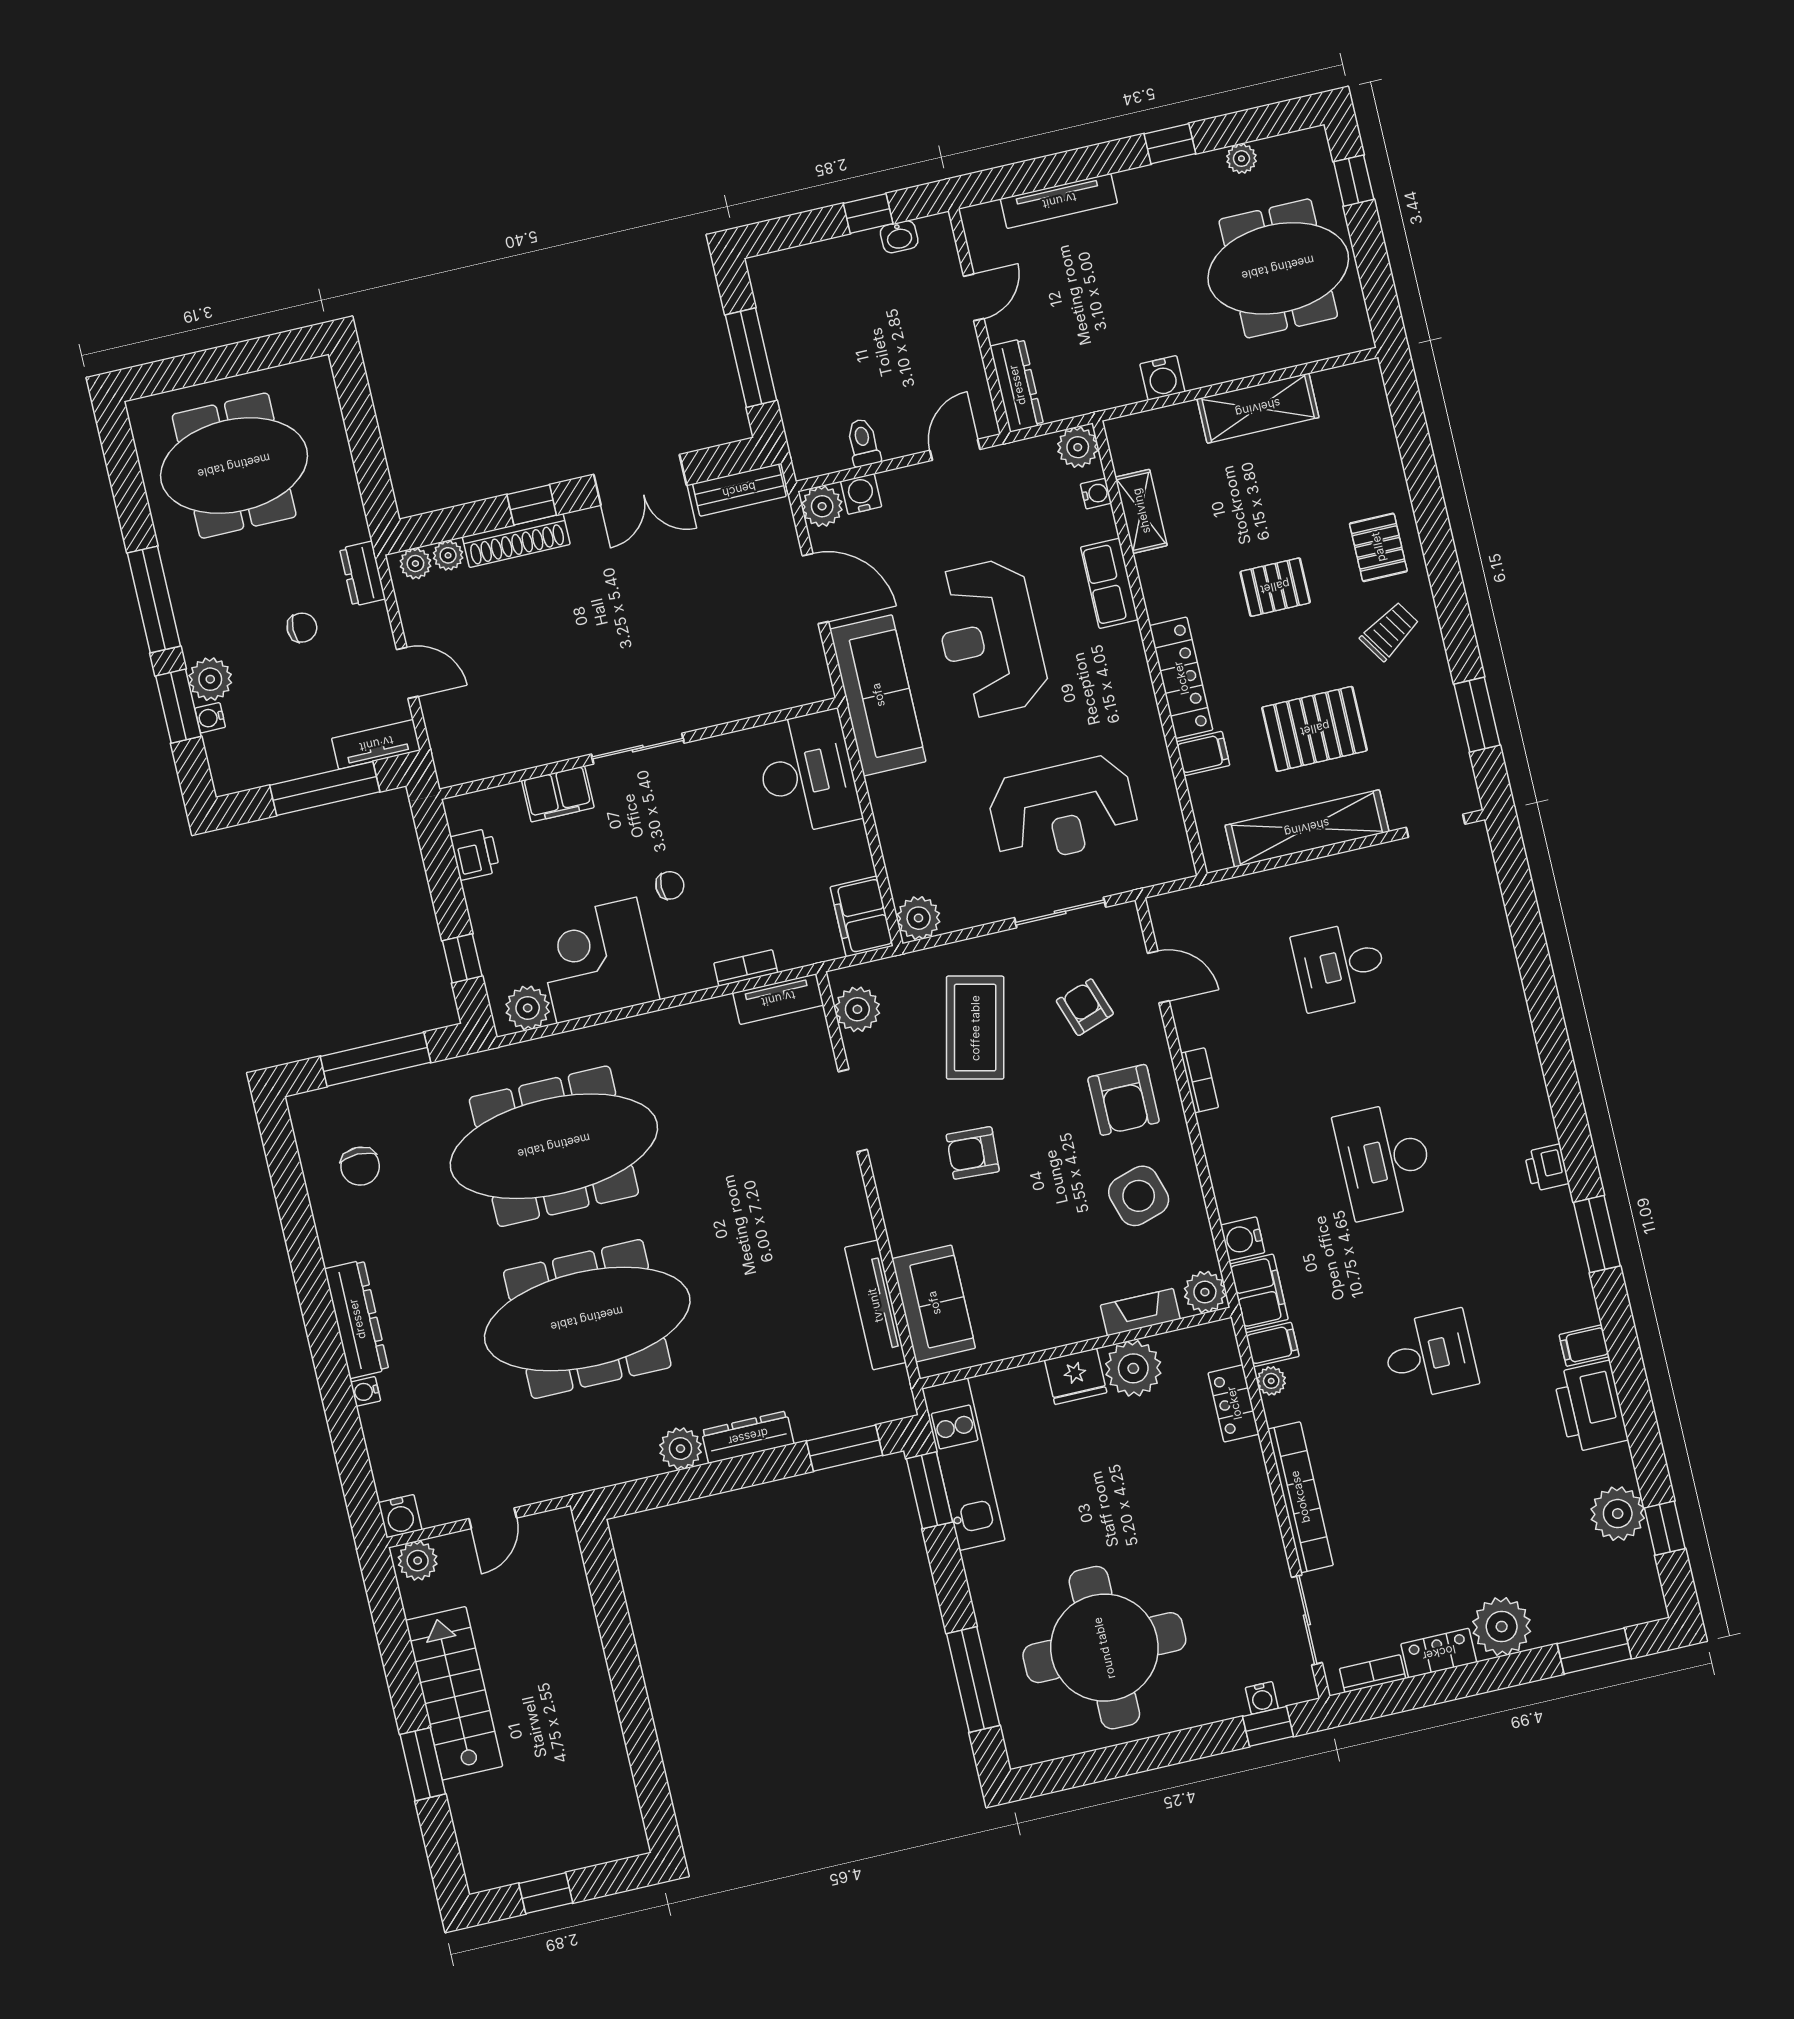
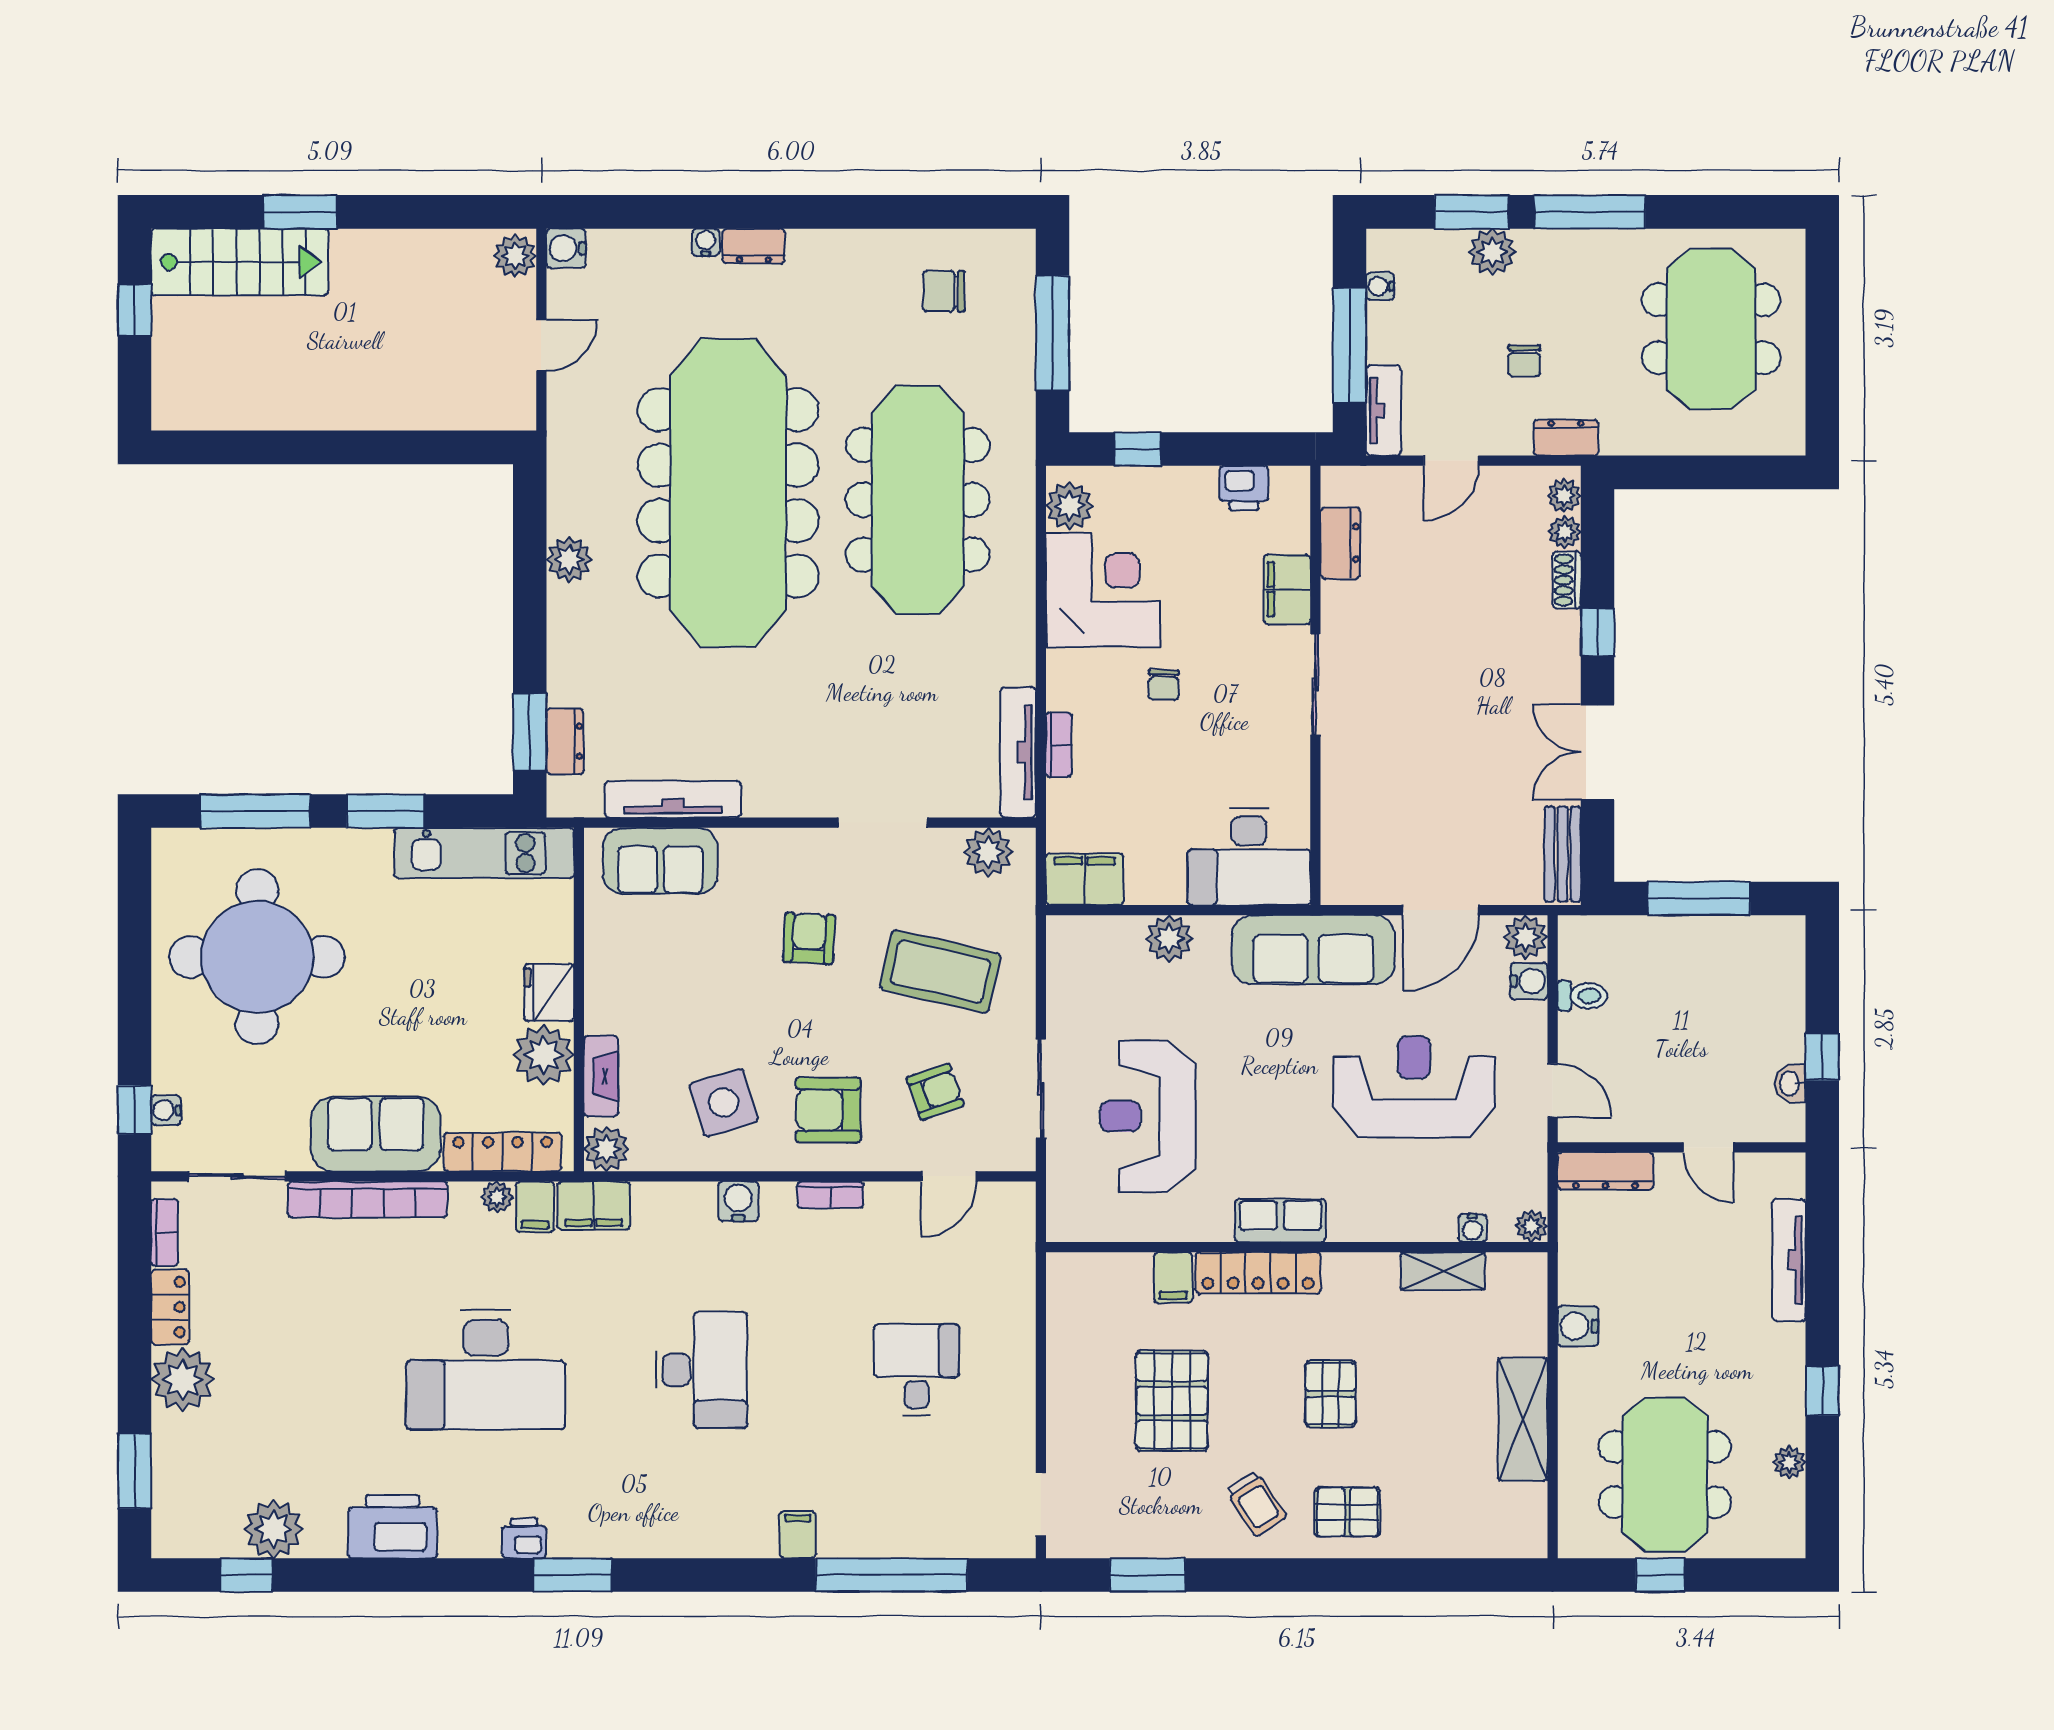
window: (1354, 181) -> (1660, 1575), moved
plant: (1078, 447) -> (1532, 1226), width x0.73, depth x0.73
shoe rack: (516, 541) -> (1567, 580), width x0.51, depth x0.81
row of seats: (1109, 583) -> (1280, 1221), moved
reception desk: (990, 638) -> (1414, 1087), moved
water cooler: (210, 718) -> (1380, 286), moved, turned -90
dresser: (505, 756) -> (1340, 543), added
shelving: (1307, 828) -> (1069, 1369), removed
plant: (919, 918) -> (1169, 939), moved
window: (1530, 946) -> (892, 1575), added
tv unit: (778, 999) -> (1018, 752), width x1.41
desk: (1385, 1160) -> (701, 1370), turned 90
printer: (1547, 1168) -> (524, 1538), moved
water cooler: (1243, 1239) -> (738, 1201), moved
dresser: (357, 1319) -> (754, 246), width x0.51, depth x0.80
meeting table: (587, 1319) -> (728, 493), width x1.36, depth x1.27
filing cabinet: (1584, 1346) -> (798, 1535), moved
desk: (1430, 1355) -> (486, 1370), width x1.87, depth x1.30
locker: (1234, 1403) -> (503, 1152), width x1.53
dresser: (748, 1437) -> (565, 741), moved, width x0.70
window: (929, 1490) -> (386, 811), moved
sofa: (1240, 1503) -> (376, 1134), added
door: (493, 1518) -> (541, 345), swing flipped
stairs: (454, 1693) -> (240, 262), moved

